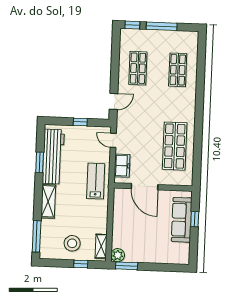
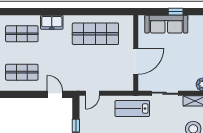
freezer: (122, 166) -> (52, 22), moved, turned 180
sliding door: (110, 215) -> (165, 93), added
window: (195, 219) -> (176, 12), moved

